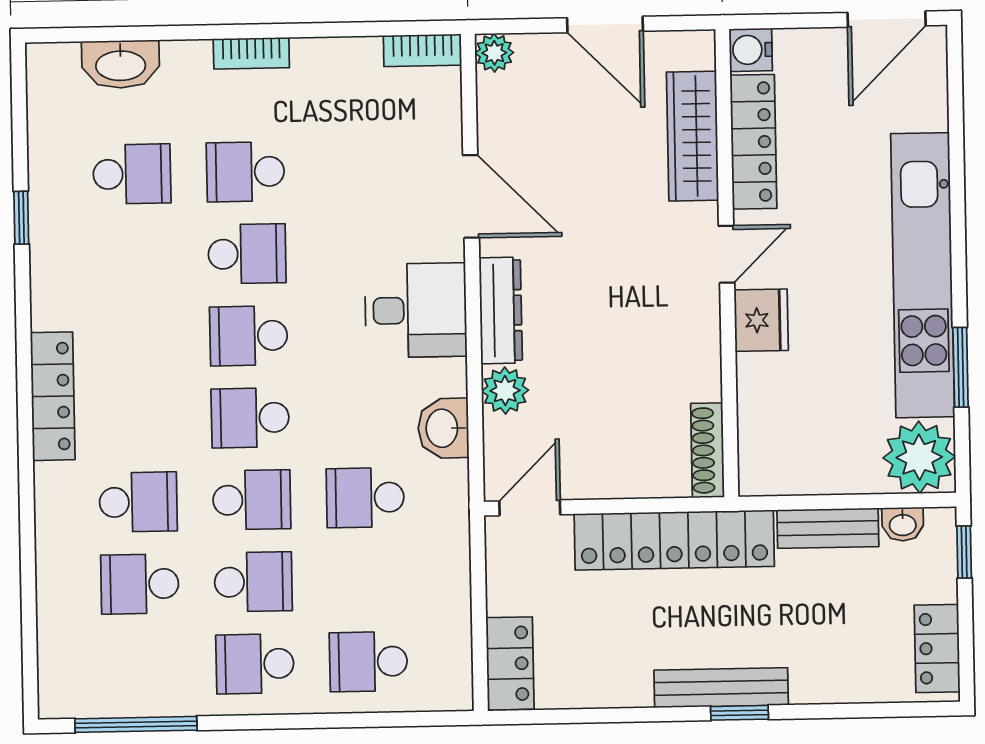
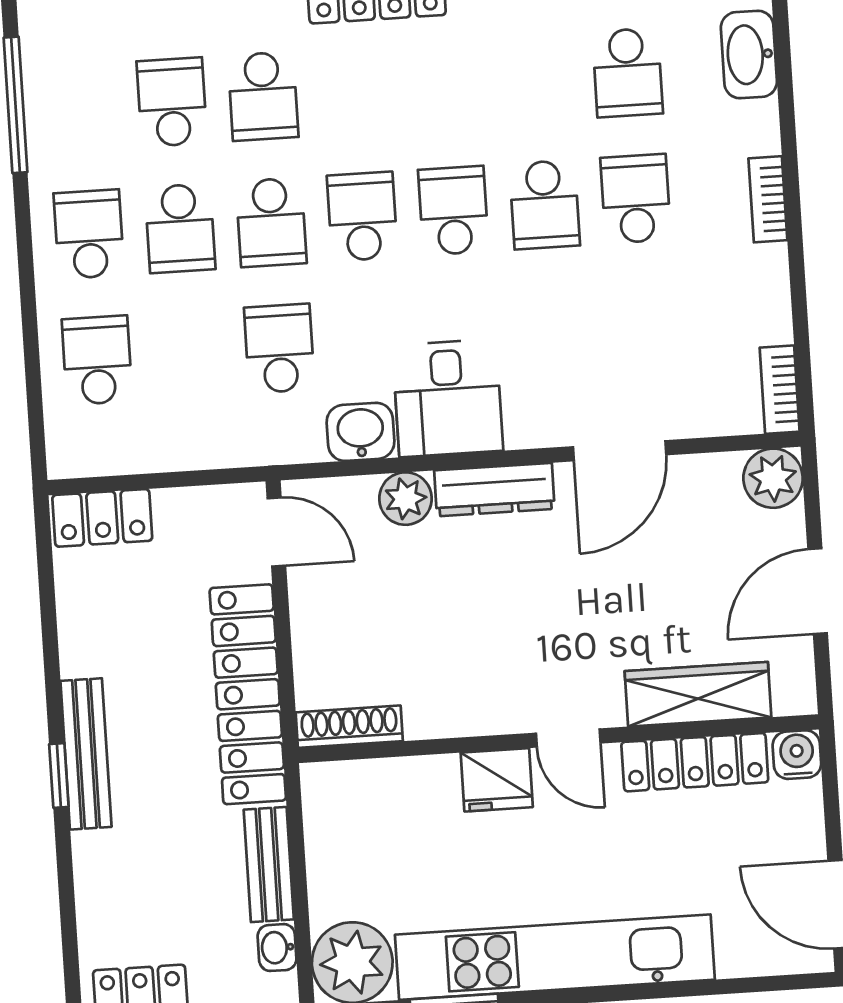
plant: (494, 53) -> (773, 478), width x1.38, depth x1.38
desk: (416, 310) -> (448, 398), moved

